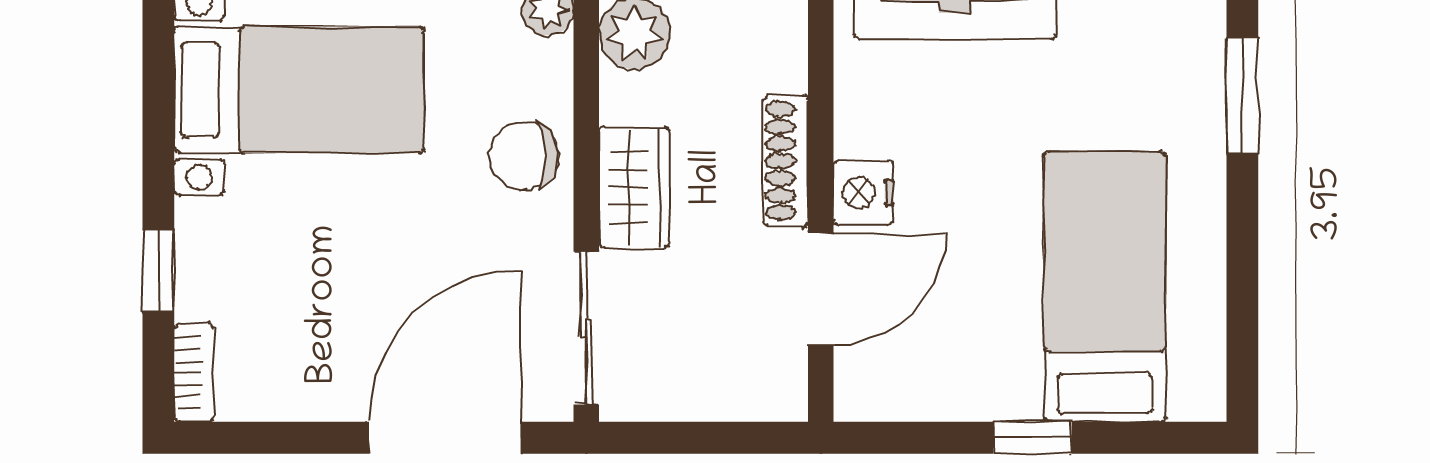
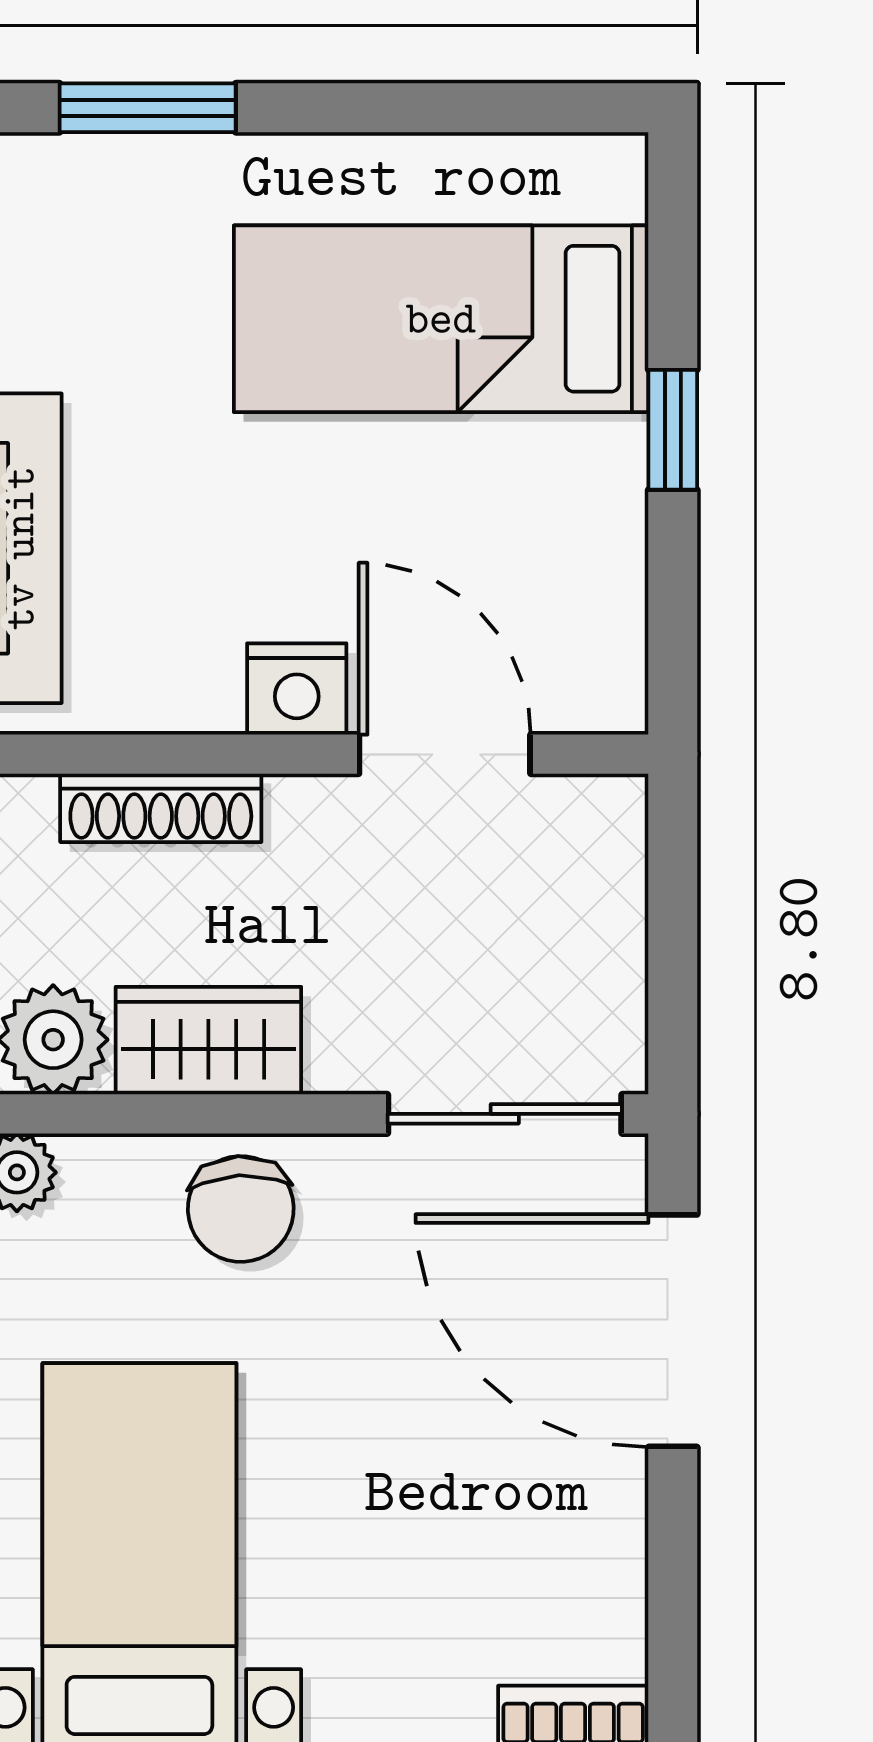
shoe rack: (786, 161) -> (161, 808), moved
wardrobe: (634, 187) -> (208, 1041), moved

